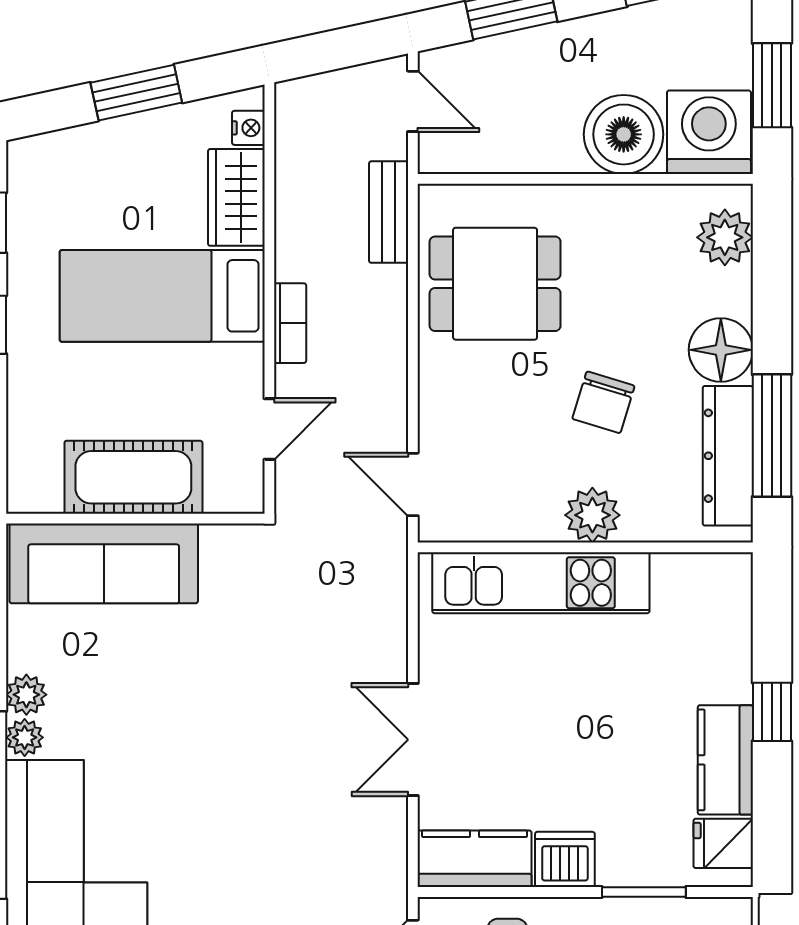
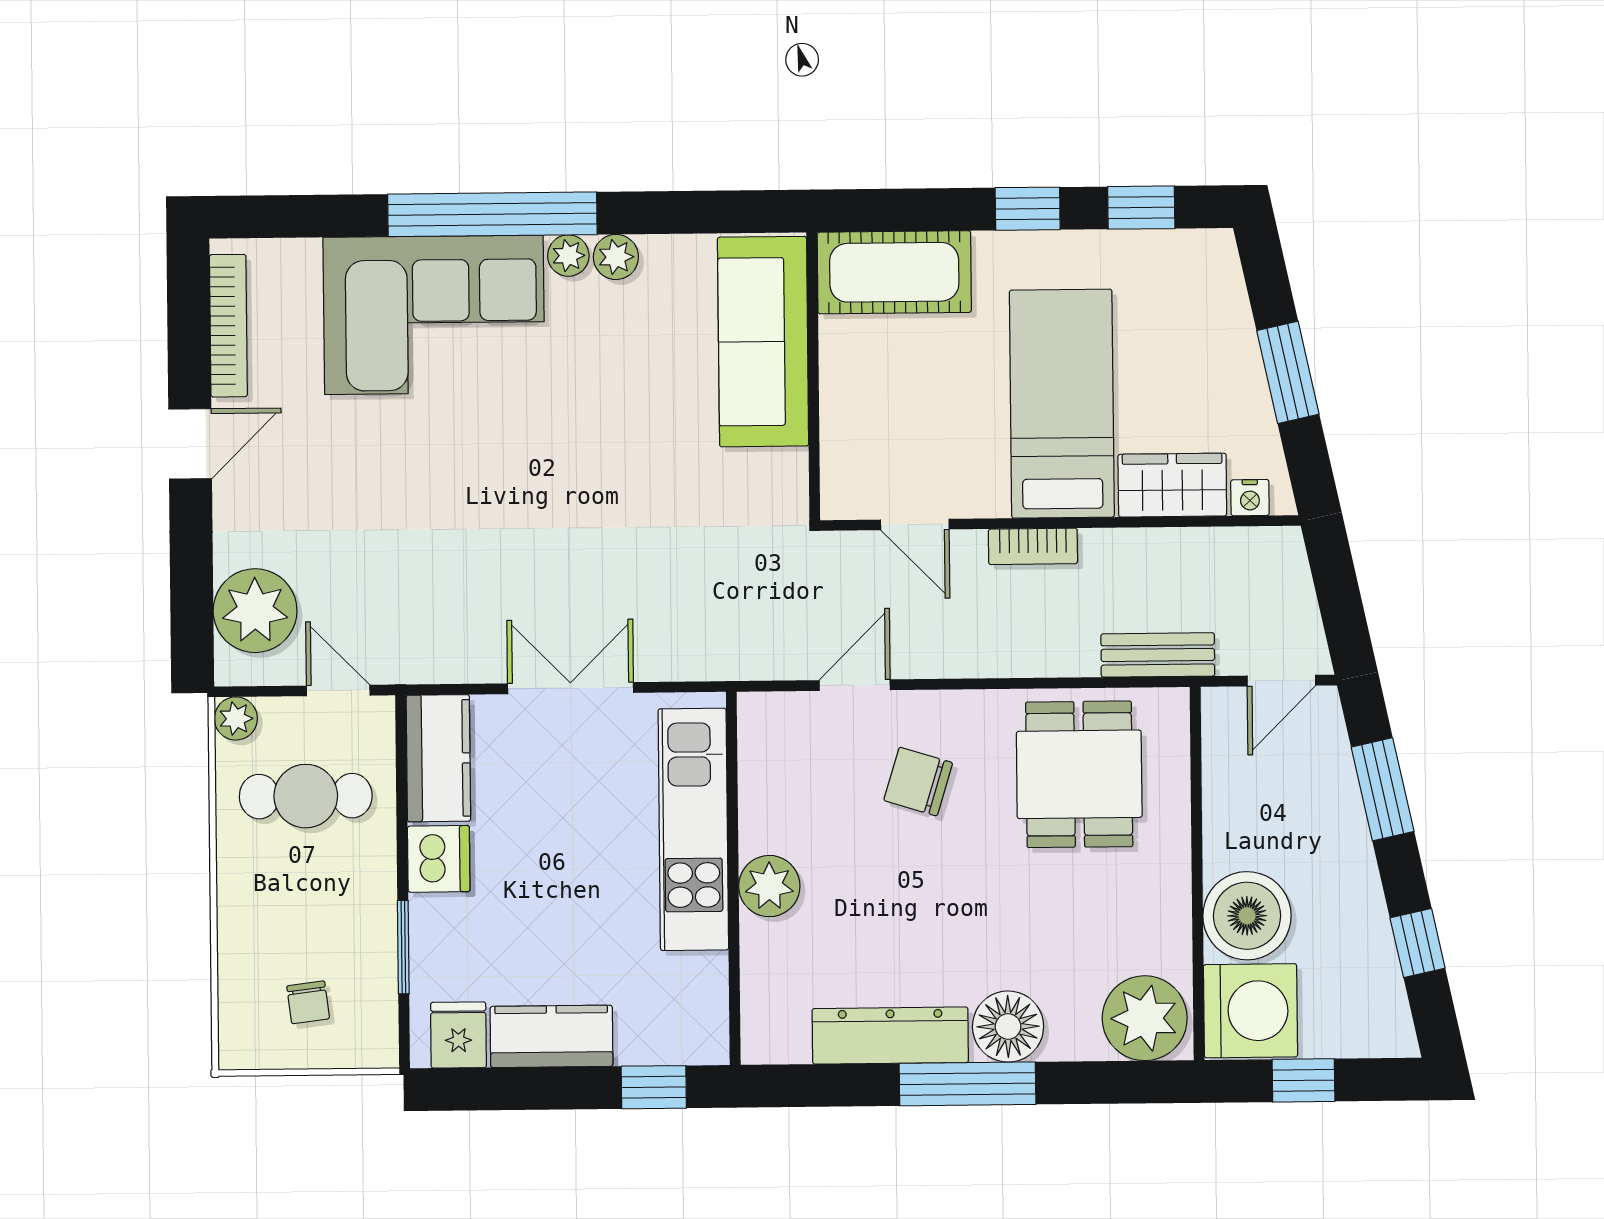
window: (772, 85) -> (1303, 1080), width x0.67
plant: (725, 237) -> (1145, 1018), width x1.36, depth x1.36
chair: (603, 402) -> (918, 782), moved
window: (772, 436) -> (967, 1084), moved
cot: (133, 477) -> (894, 272), moved, turned 90
plant: (592, 515) -> (769, 886), moved
wall: (585, 547) -> (733, 878), moved
kitchen unit: (541, 583) -> (693, 829), moved
window: (772, 712) -> (654, 1087), moved

